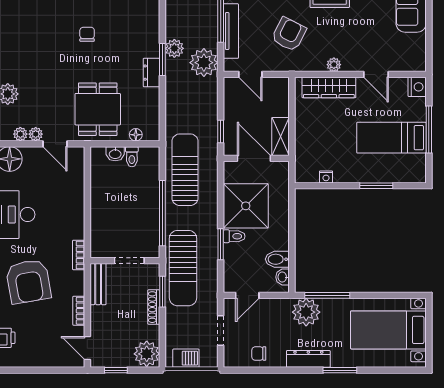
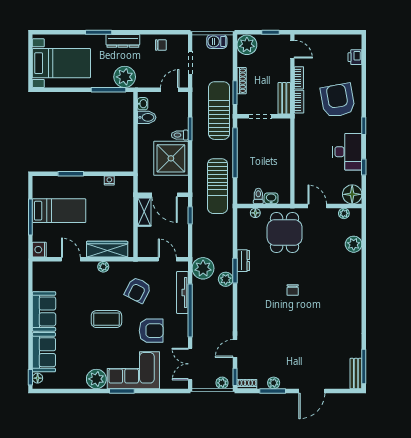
plant: (36, 134) -> (332, 213), removed
bookcase: (79, 255) -> (299, 102), moved

